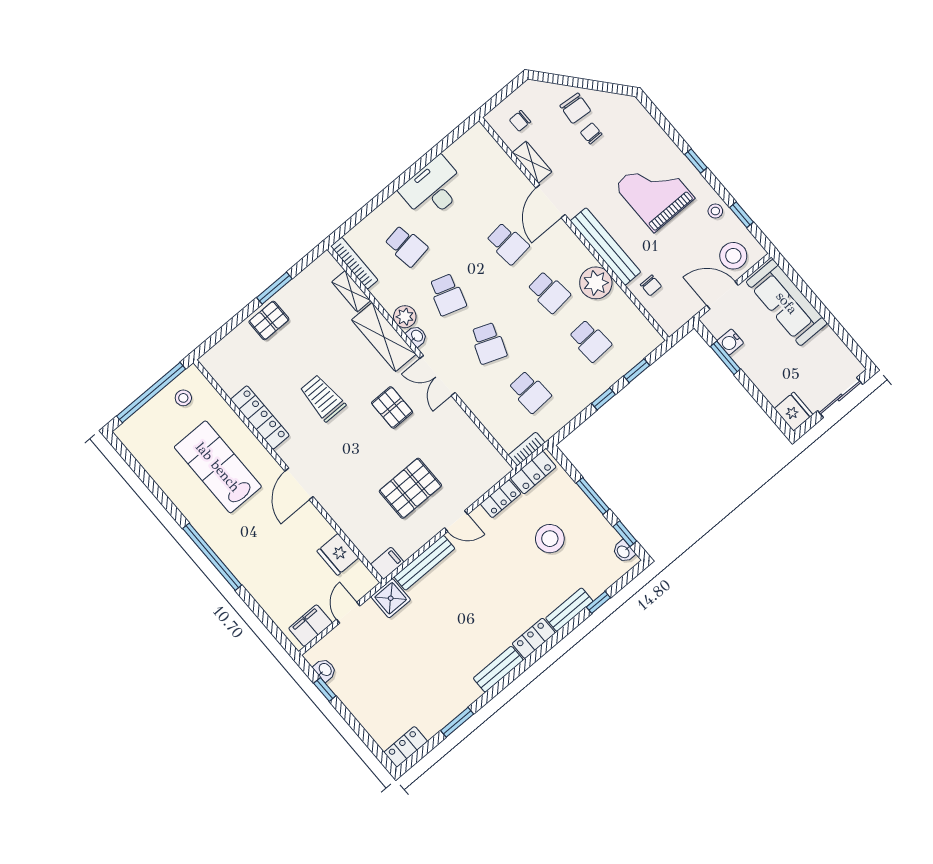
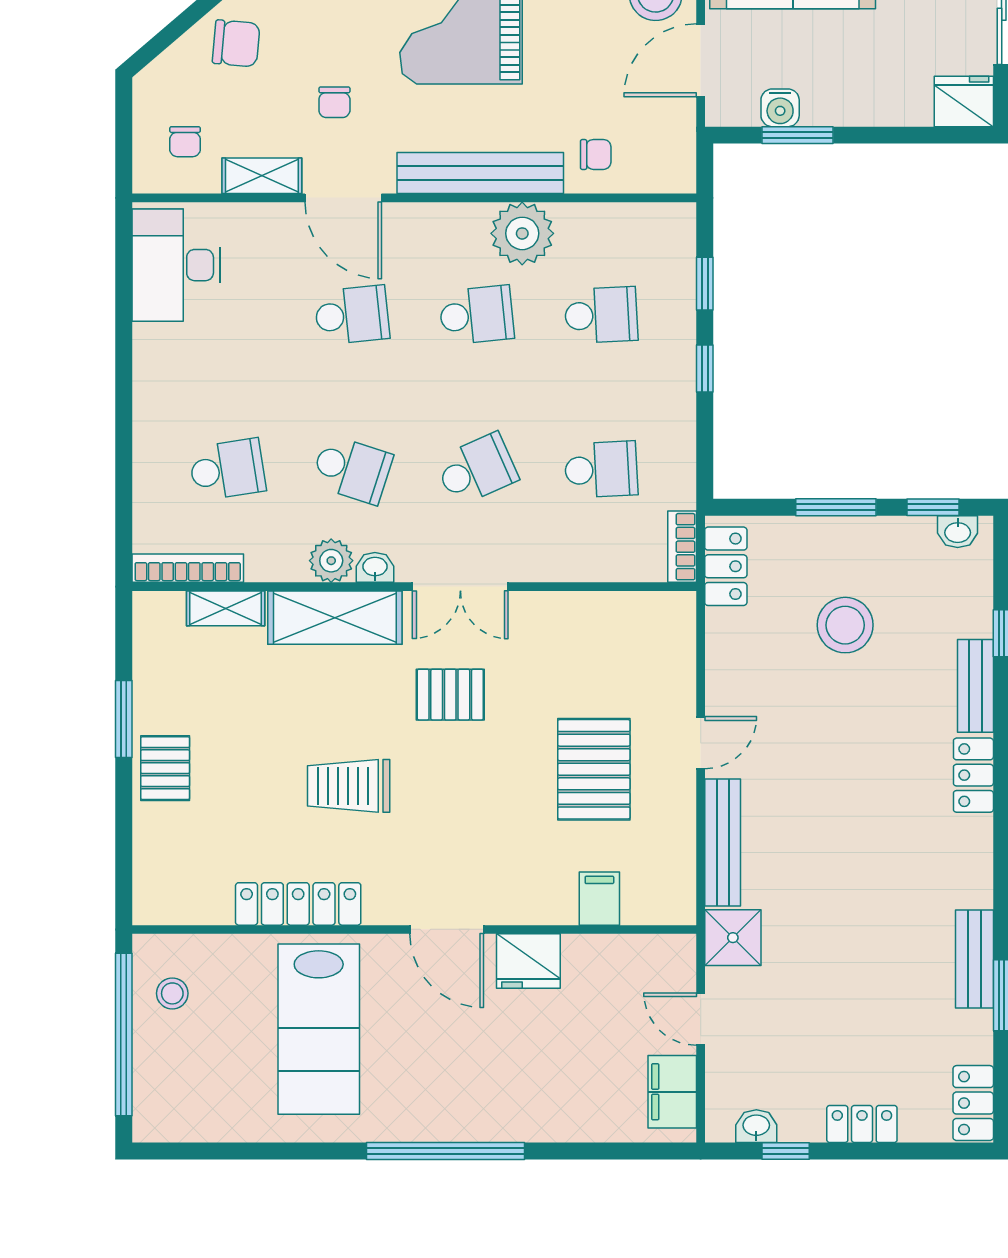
chair: (591, 133) -> (334, 102), moved, turned -90
desk: (433, 189) -> (176, 265), moved
school desk: (489, 343) -> (477, 469), turned -45
lab bench: (218, 467) -> (319, 1029), turned -90
locker: (501, 499) -> (862, 1124), moved, turned -90
fridge: (338, 554) -> (528, 961), moved
filing cabinet: (387, 563) -> (599, 899), moved
bench: (498, 669) -> (975, 959), moved

